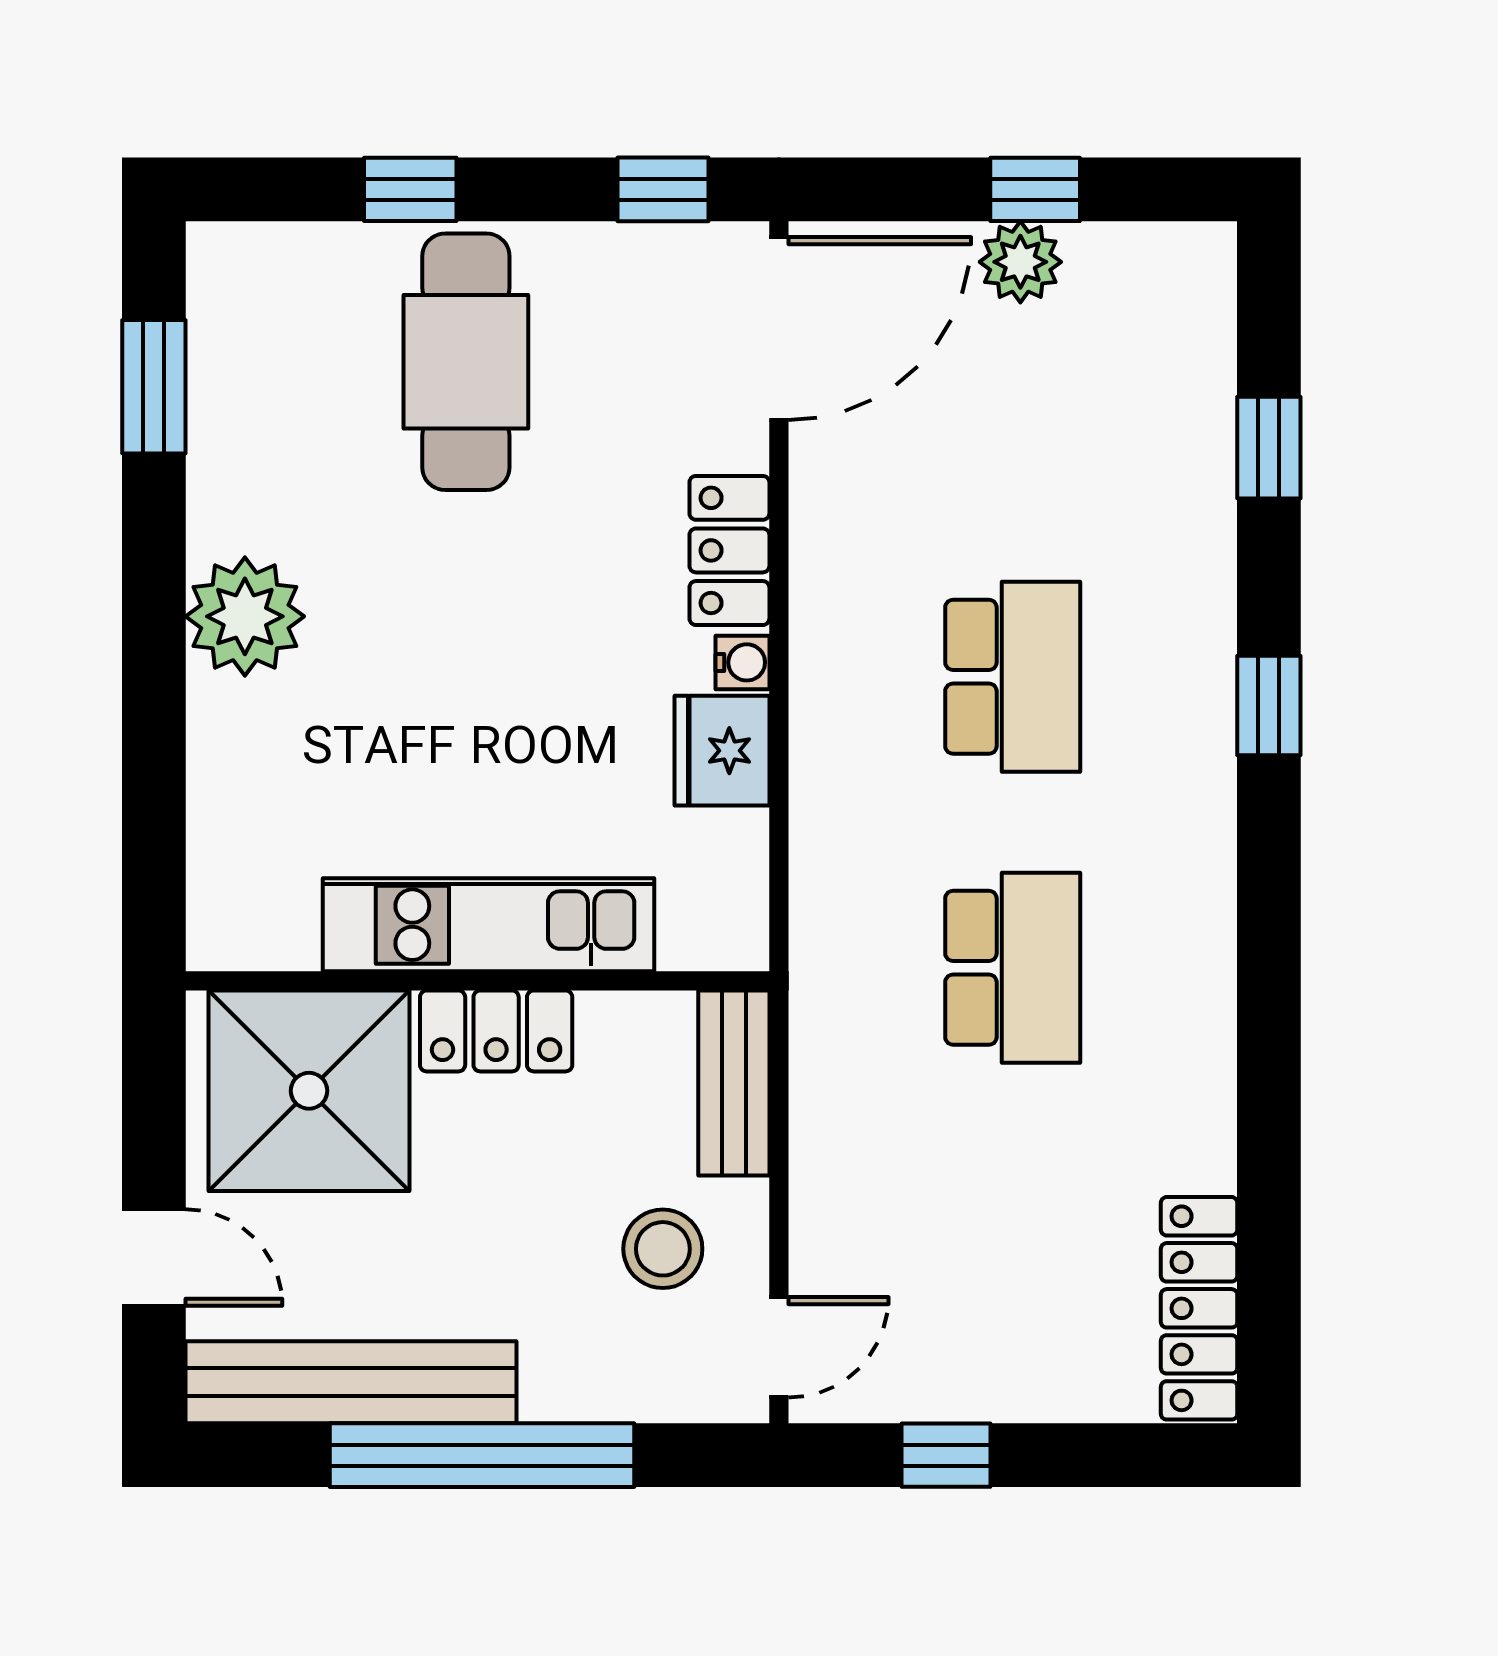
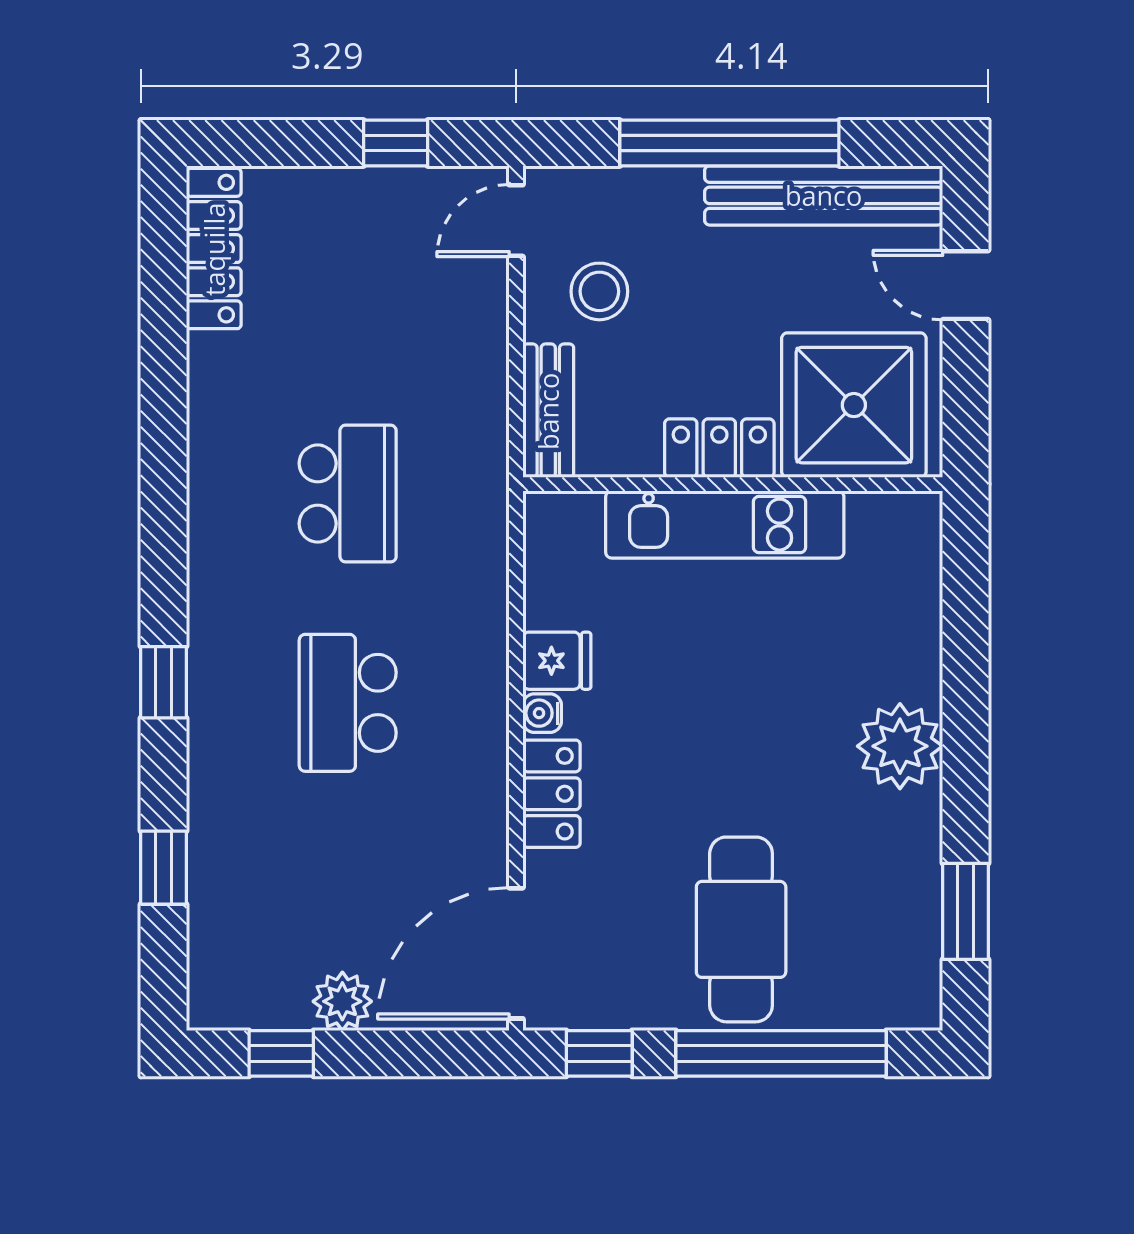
window: (410, 189) -> (781, 1053), width x3.17
window: (1035, 189) -> (281, 1053), moved
fridge: (722, 751) -> (557, 661), width x0.72
school desk: (1013, 968) -> (348, 494), turned 180

